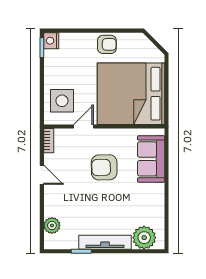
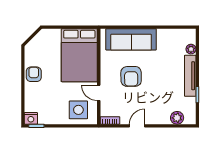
bed: (131, 94) -> (79, 55), width x0.73
sofa: (151, 159) -> (131, 39), width x1.36
plant: (144, 238) -> (191, 49), width x0.53, depth x0.53

